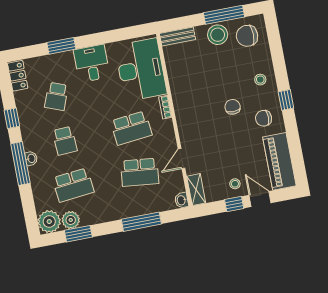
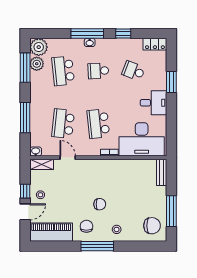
stool: (218, 35) -> (157, 203), removed
chair: (247, 36) -> (152, 226), turned 90
window: (286, 100) -> (97, 246), width x2.17
window: (78, 234) -> (25, 68), width x1.44

